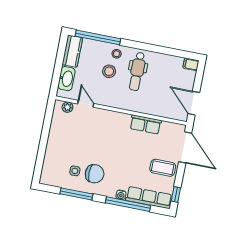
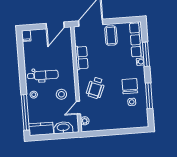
stool: (109, 71) -> (61, 94), moved
wheelchair: (104, 131) -> (96, 88), added
window: (176, 194) -> (129, 20), removed
window: (128, 204) -> (146, 54), width x0.68

